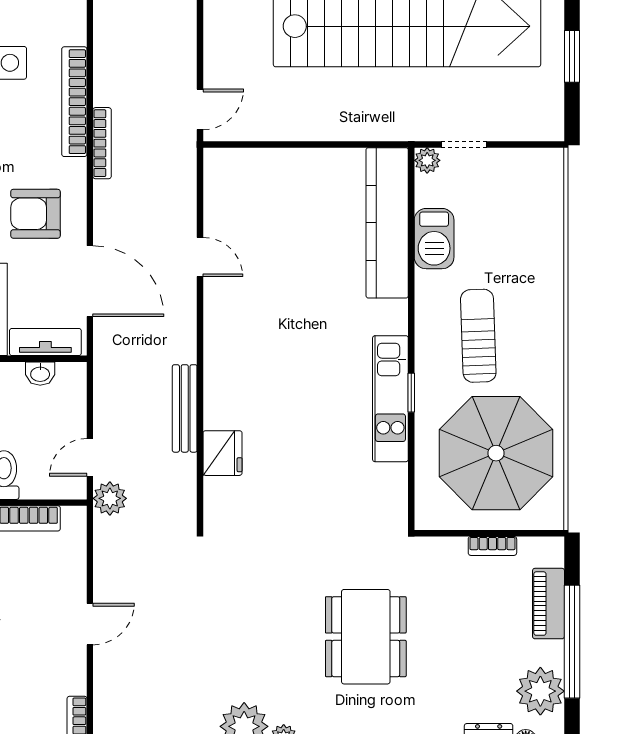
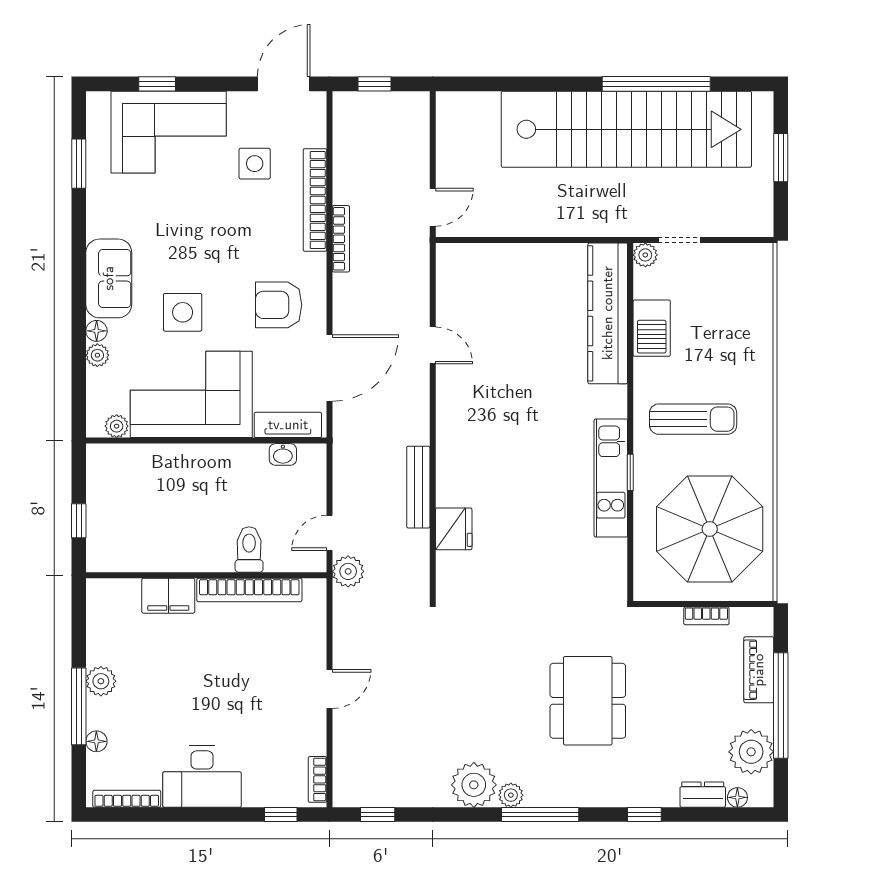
door: (90, 281) -> (329, 368), hinge flipped
sun lounger: (478, 336) -> (693, 419), turned 92

